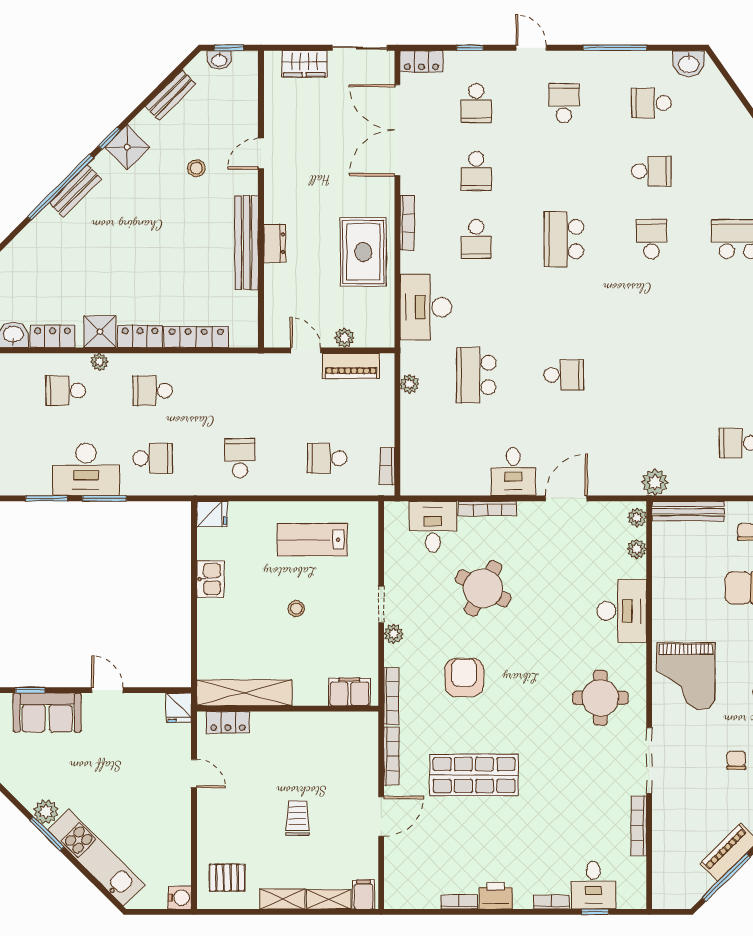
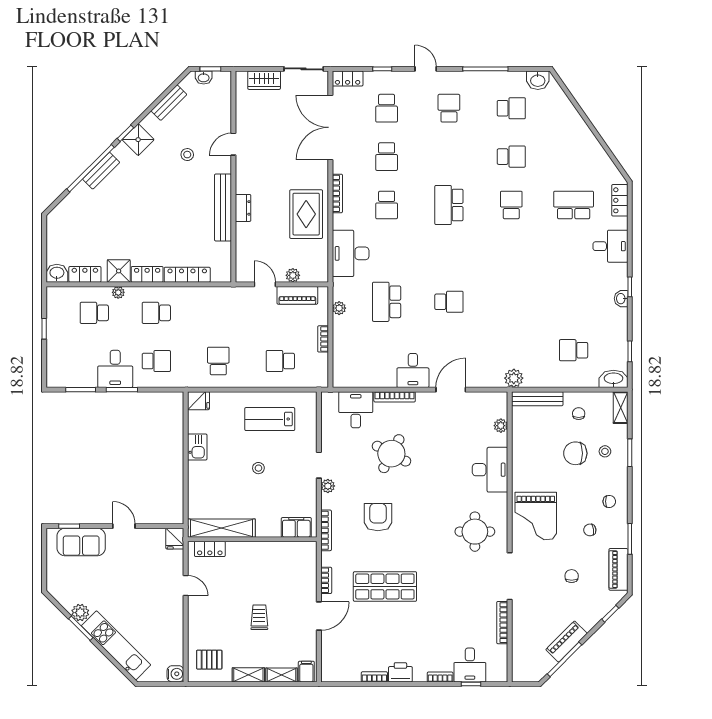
school desk: (651, 103) -> (511, 108), turned 180
bookcase: (387, 466) -> (323, 339), moved
desk: (86, 469) -> (115, 369), width x0.73
plant: (637, 517) -> (501, 403), removed
bookcase: (391, 756) -> (326, 580), width x0.64

